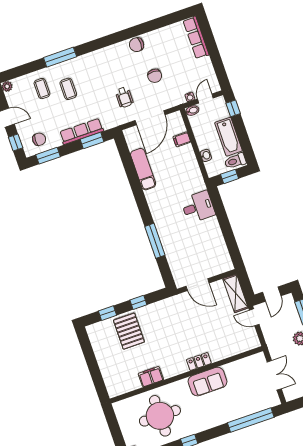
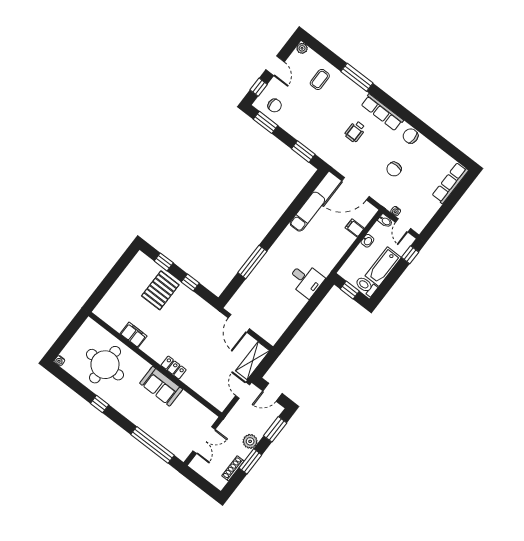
coffee table: (68, 89) -> (334, 102), removed
wheelchair: (124, 97) -> (355, 131), moved
door: (205, 99) -> (403, 225), swing flipped
row of seats: (81, 131) -> (382, 112), moved, turned 180
washbasin: (206, 155) -> (367, 241), moved

